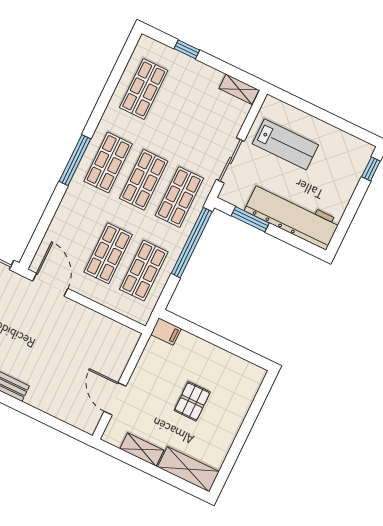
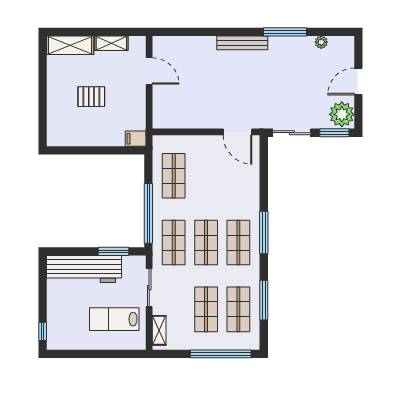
window: (187, 49) -> (221, 354), width x3.17
window: (111, 86) -> (264, 300), added
shelving: (239, 89) -> (159, 330), moved, turned 90
shop shelf: (108, 253) -> (206, 309), moved
pallet: (192, 401) -> (91, 97), turned 90

